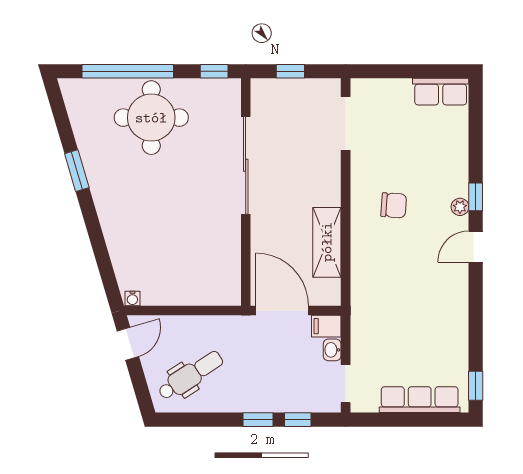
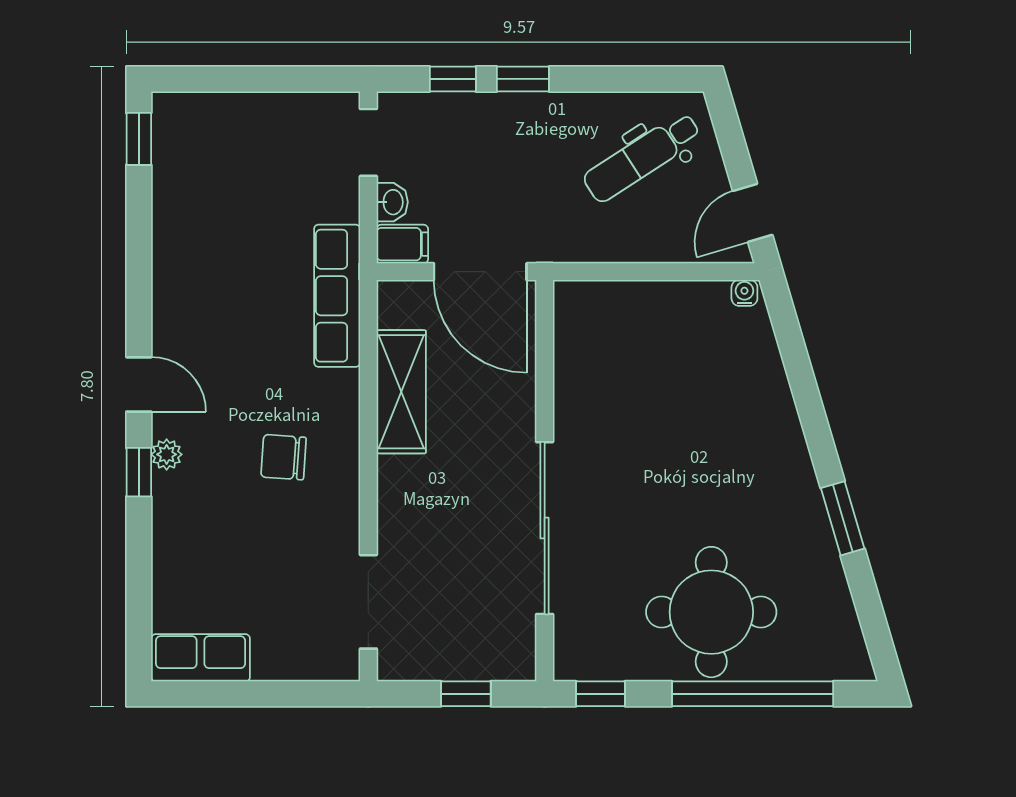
door: (476, 247) -> (139, 384), hinge flipped
row of seats: (420, 400) -> (337, 296), moved, turned 90

